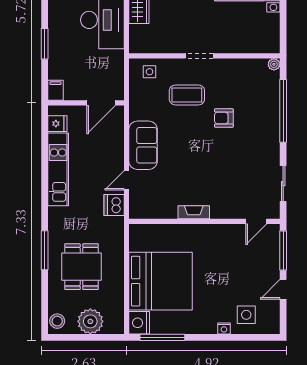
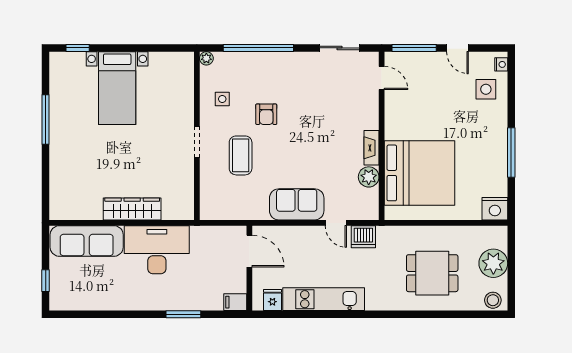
side table: (149, 72) -> (222, 99), moved
plant: (168, 210) -> (369, 177), added
window: (45, 250) -> (414, 314), removed
bed: (161, 281) -> (420, 173), moved, turned 90
nightstand: (224, 328) -> (501, 64), moved
window: (162, 337) -> (511, 153), moved

